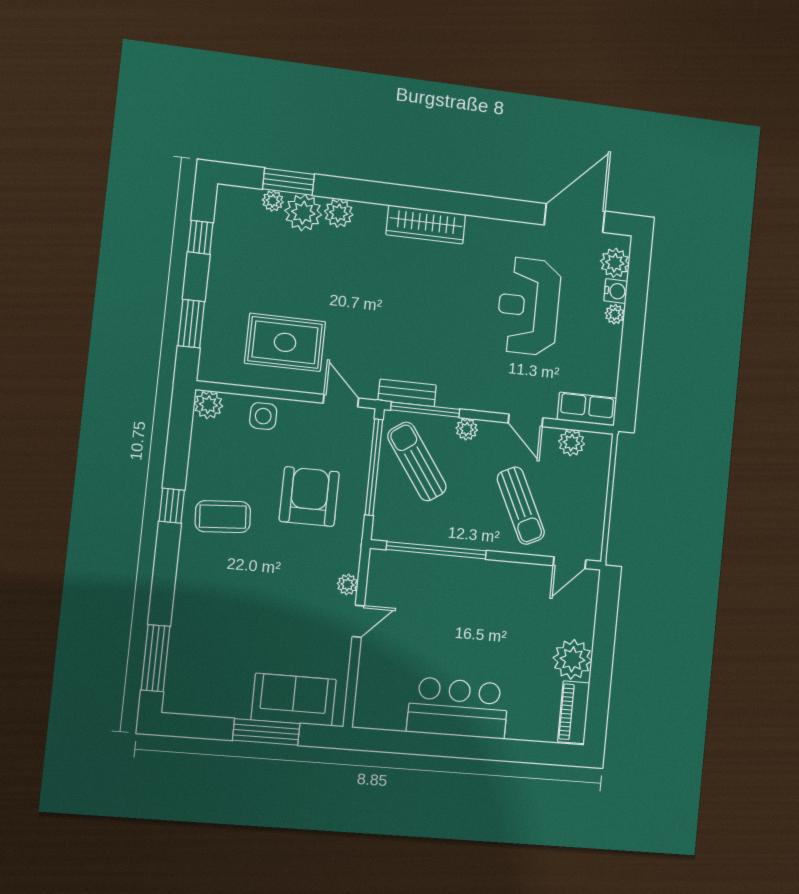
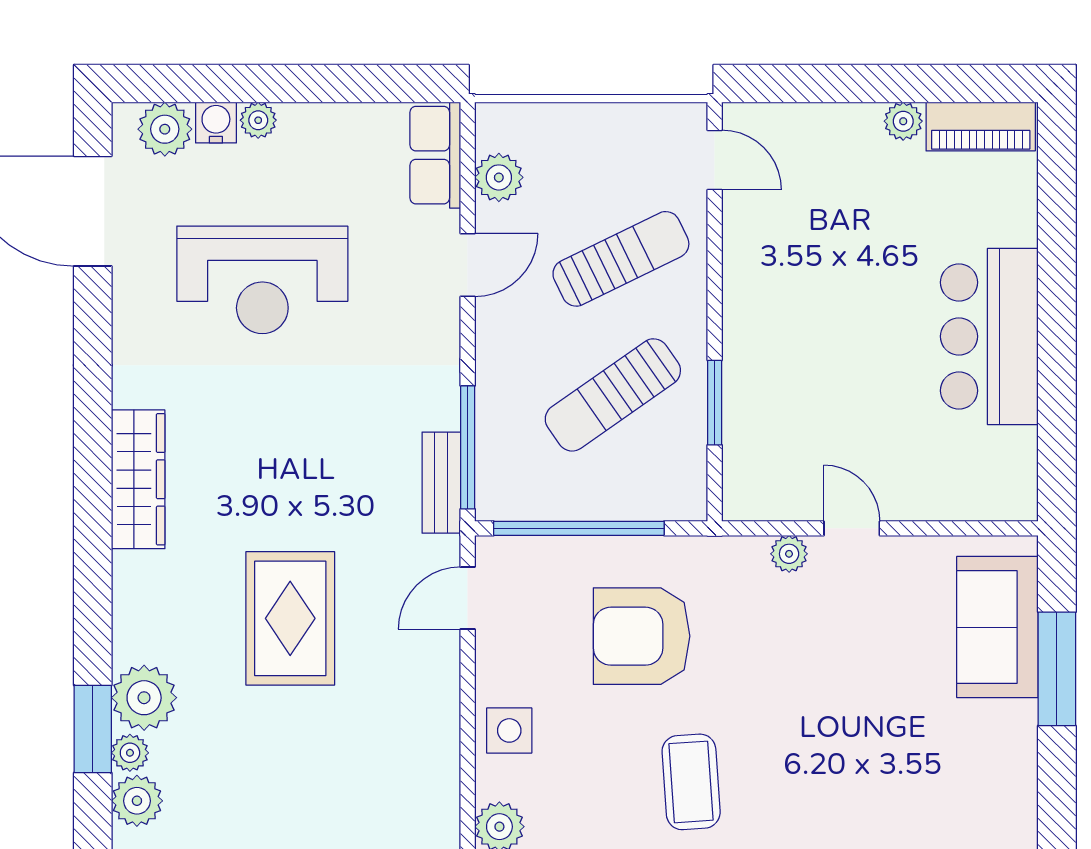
plant: (339, 213) -> (137, 801), moved
rug: (285, 342) -> (290, 618), moved
plant: (467, 429) -> (494, 370), removed
sun lounger: (417, 461) -> (613, 395), moved
window: (436, 550) -> (715, 403), width x0.47
plant: (572, 659) -> (903, 121), width x0.53, depth x0.53

